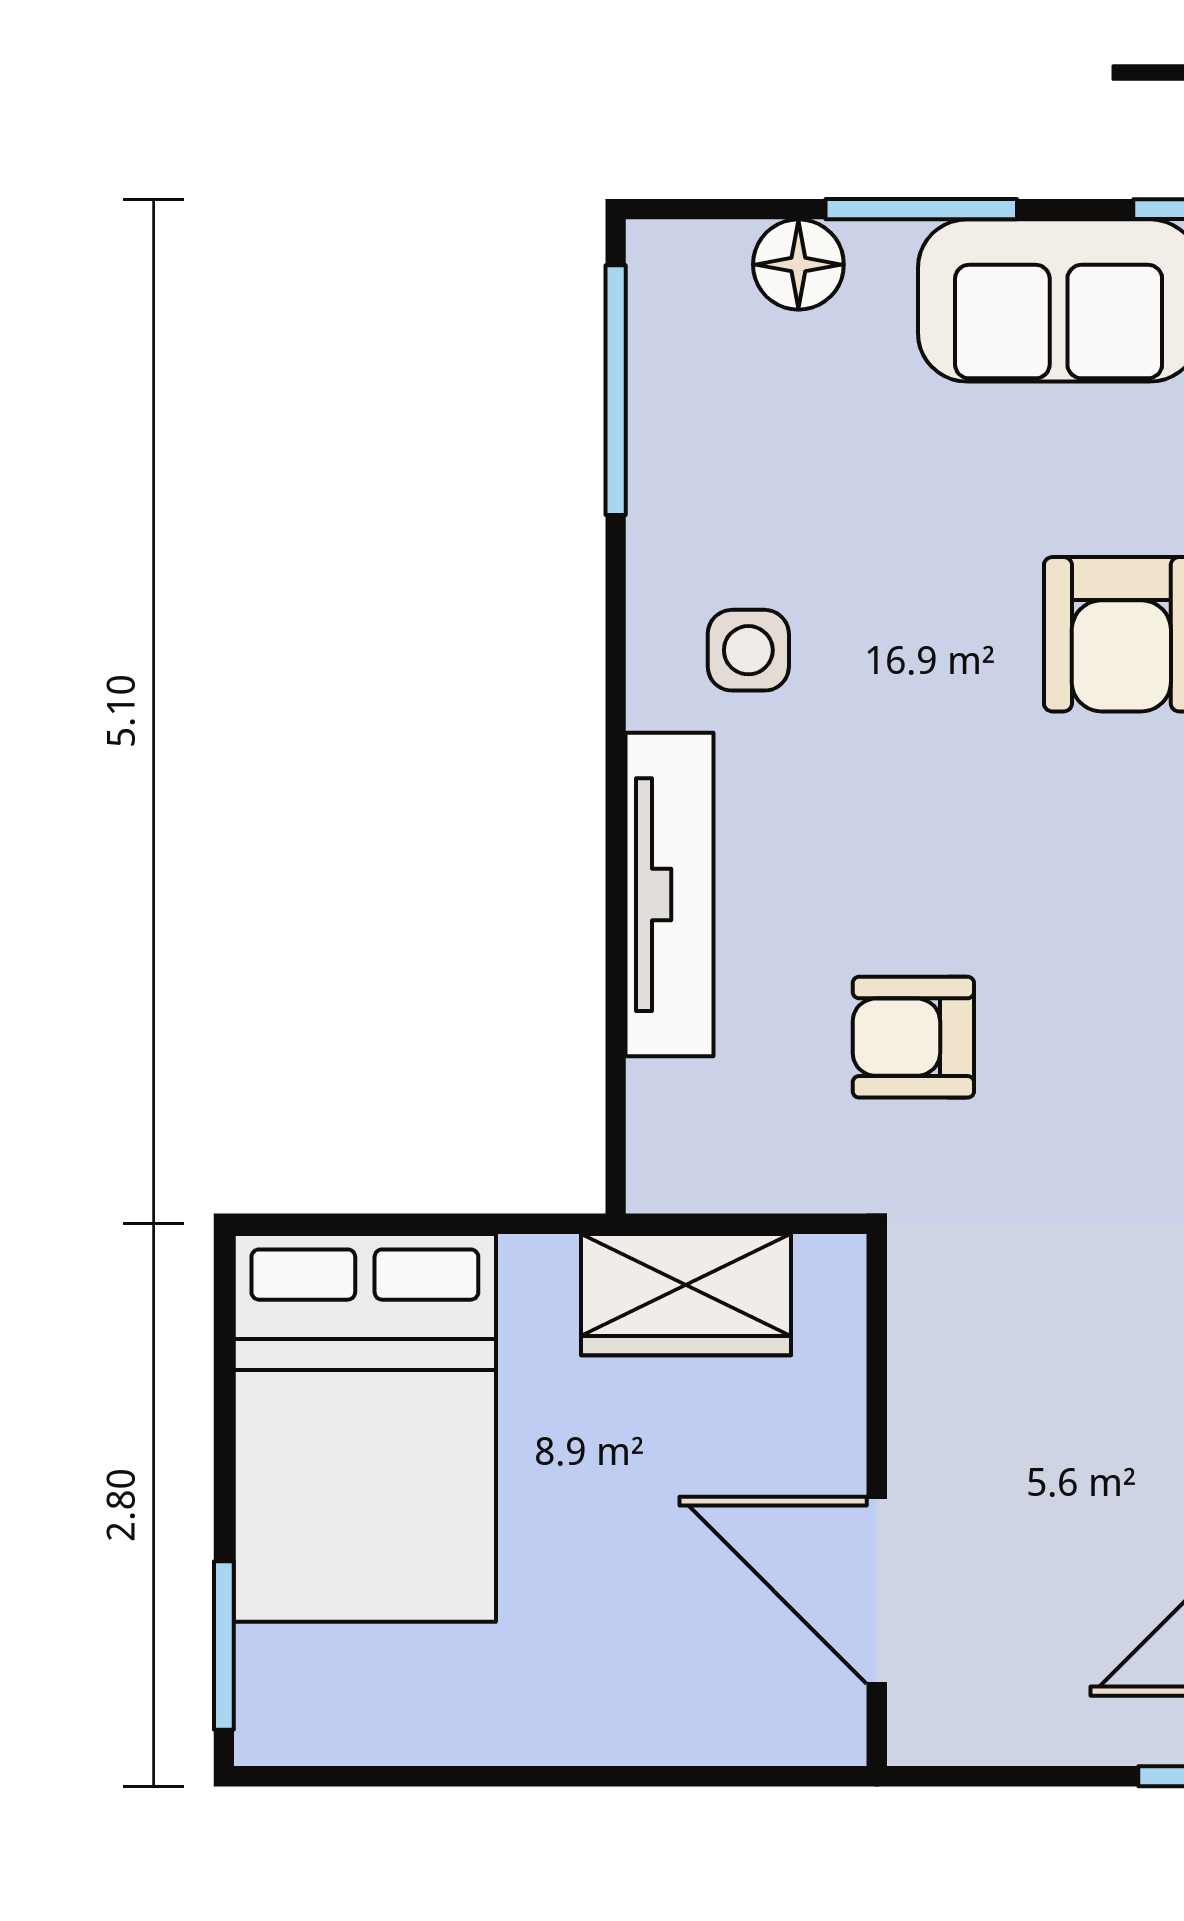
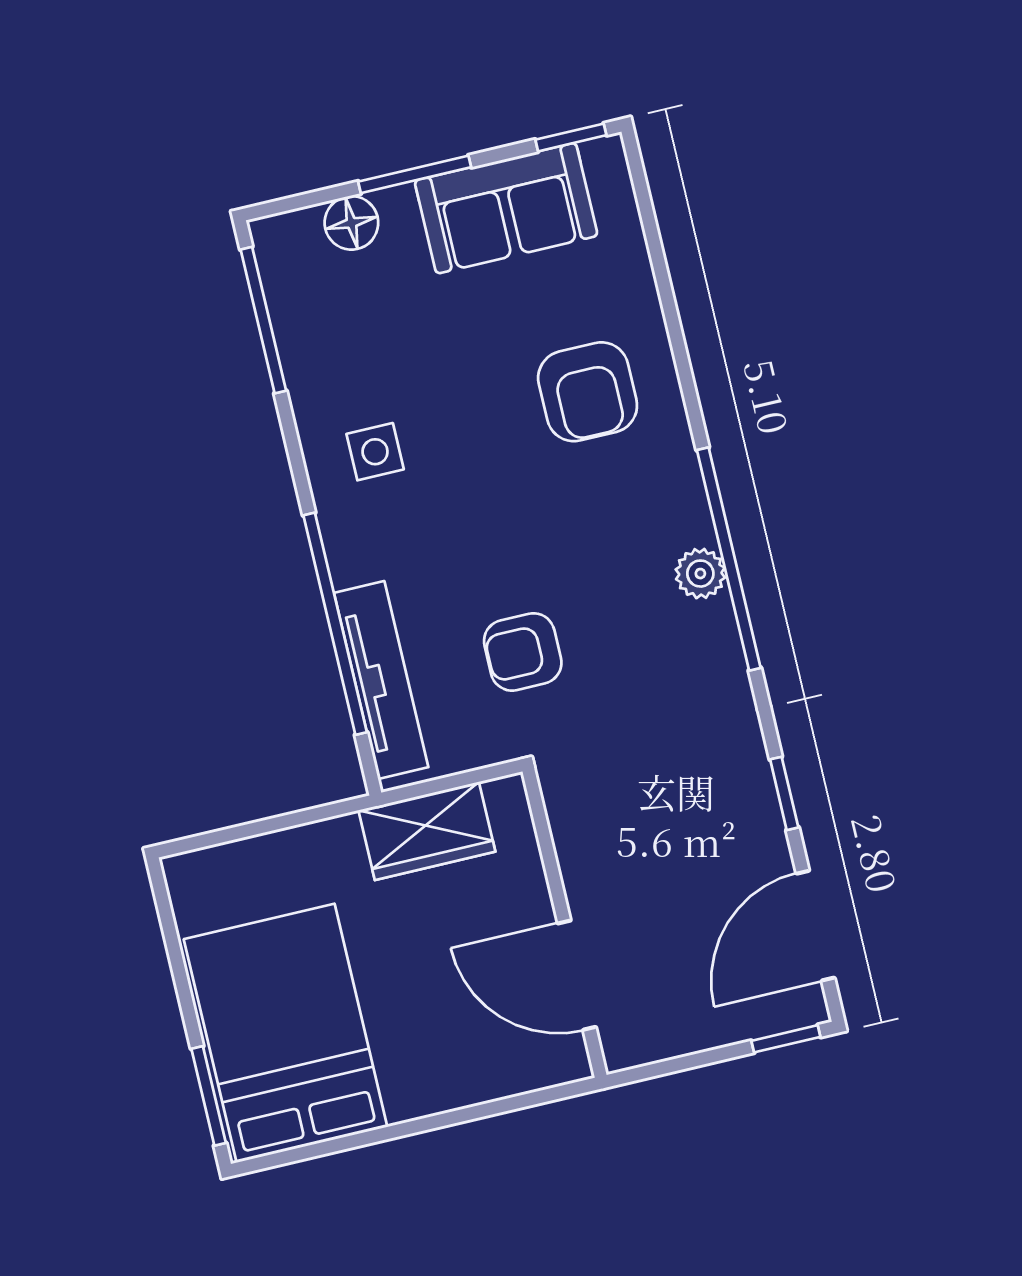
tv unit: (669, 895) -> (381, 680), moved
window: (616, 918) -> (335, 624), added
bed: (365, 1428) -> (286, 1033), moved, turned 180

